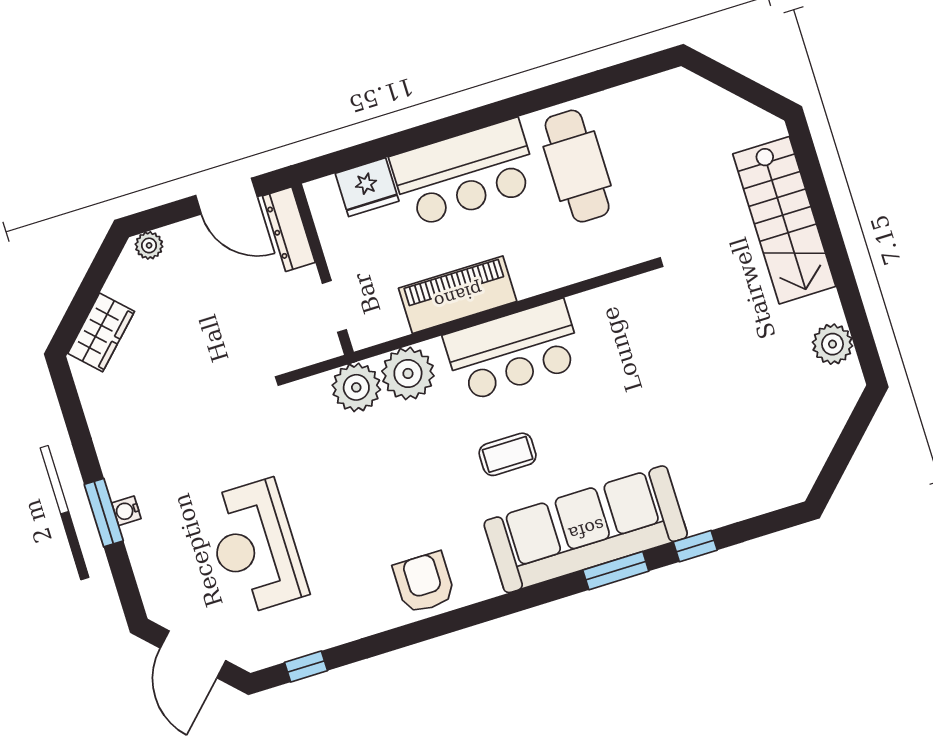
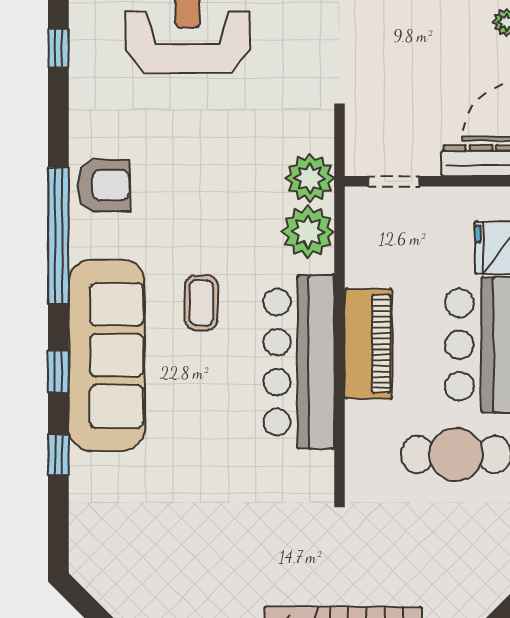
piano: (458, 295) -> (368, 344), moved
bar counter: (513, 350) -> (299, 362), width x1.36
window: (616, 571) -> (58, 372), width x0.67
window: (486, 611) -> (58, 236), added

